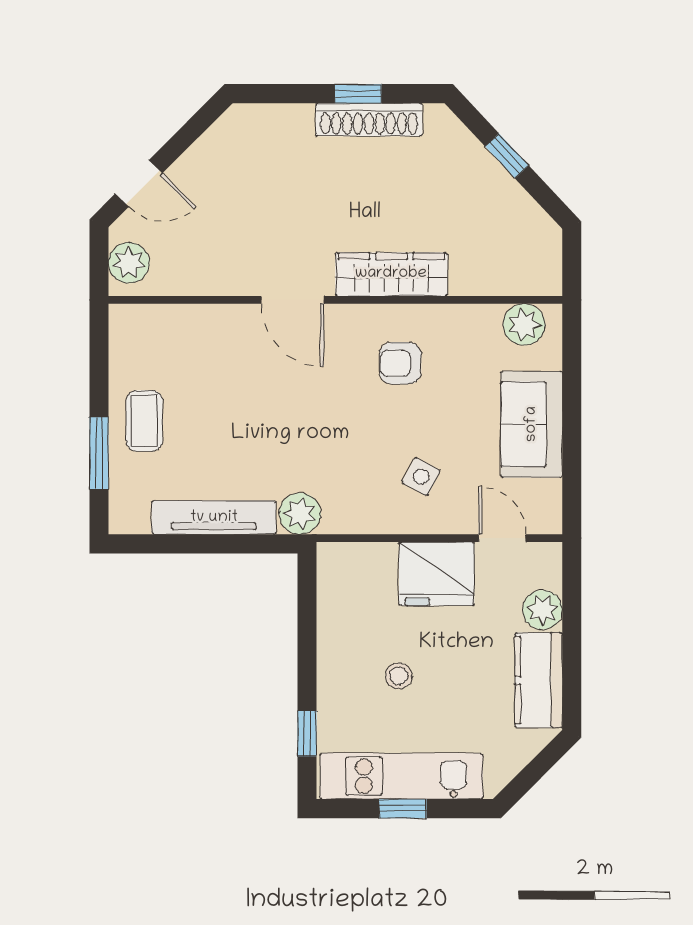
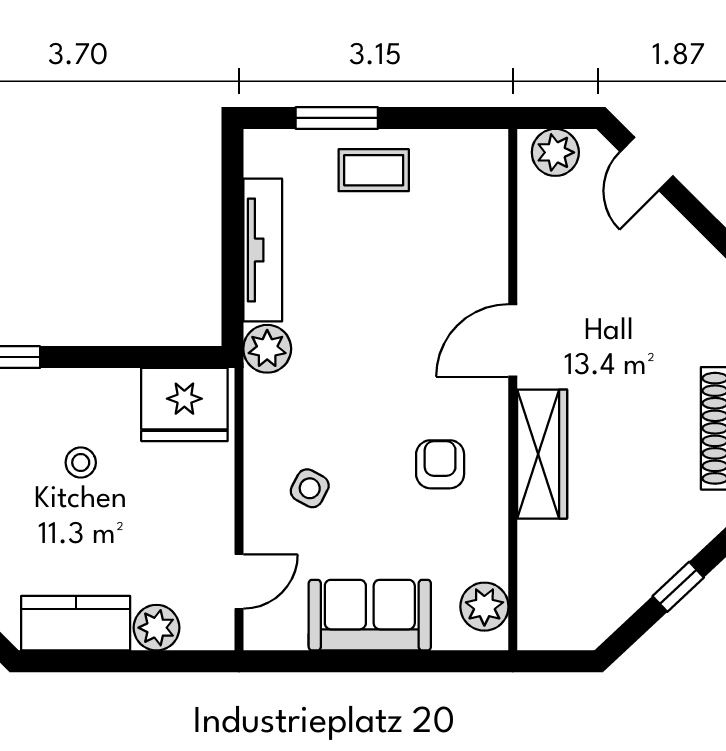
fridge: (437, 574) -> (184, 405), moved, turned -90

